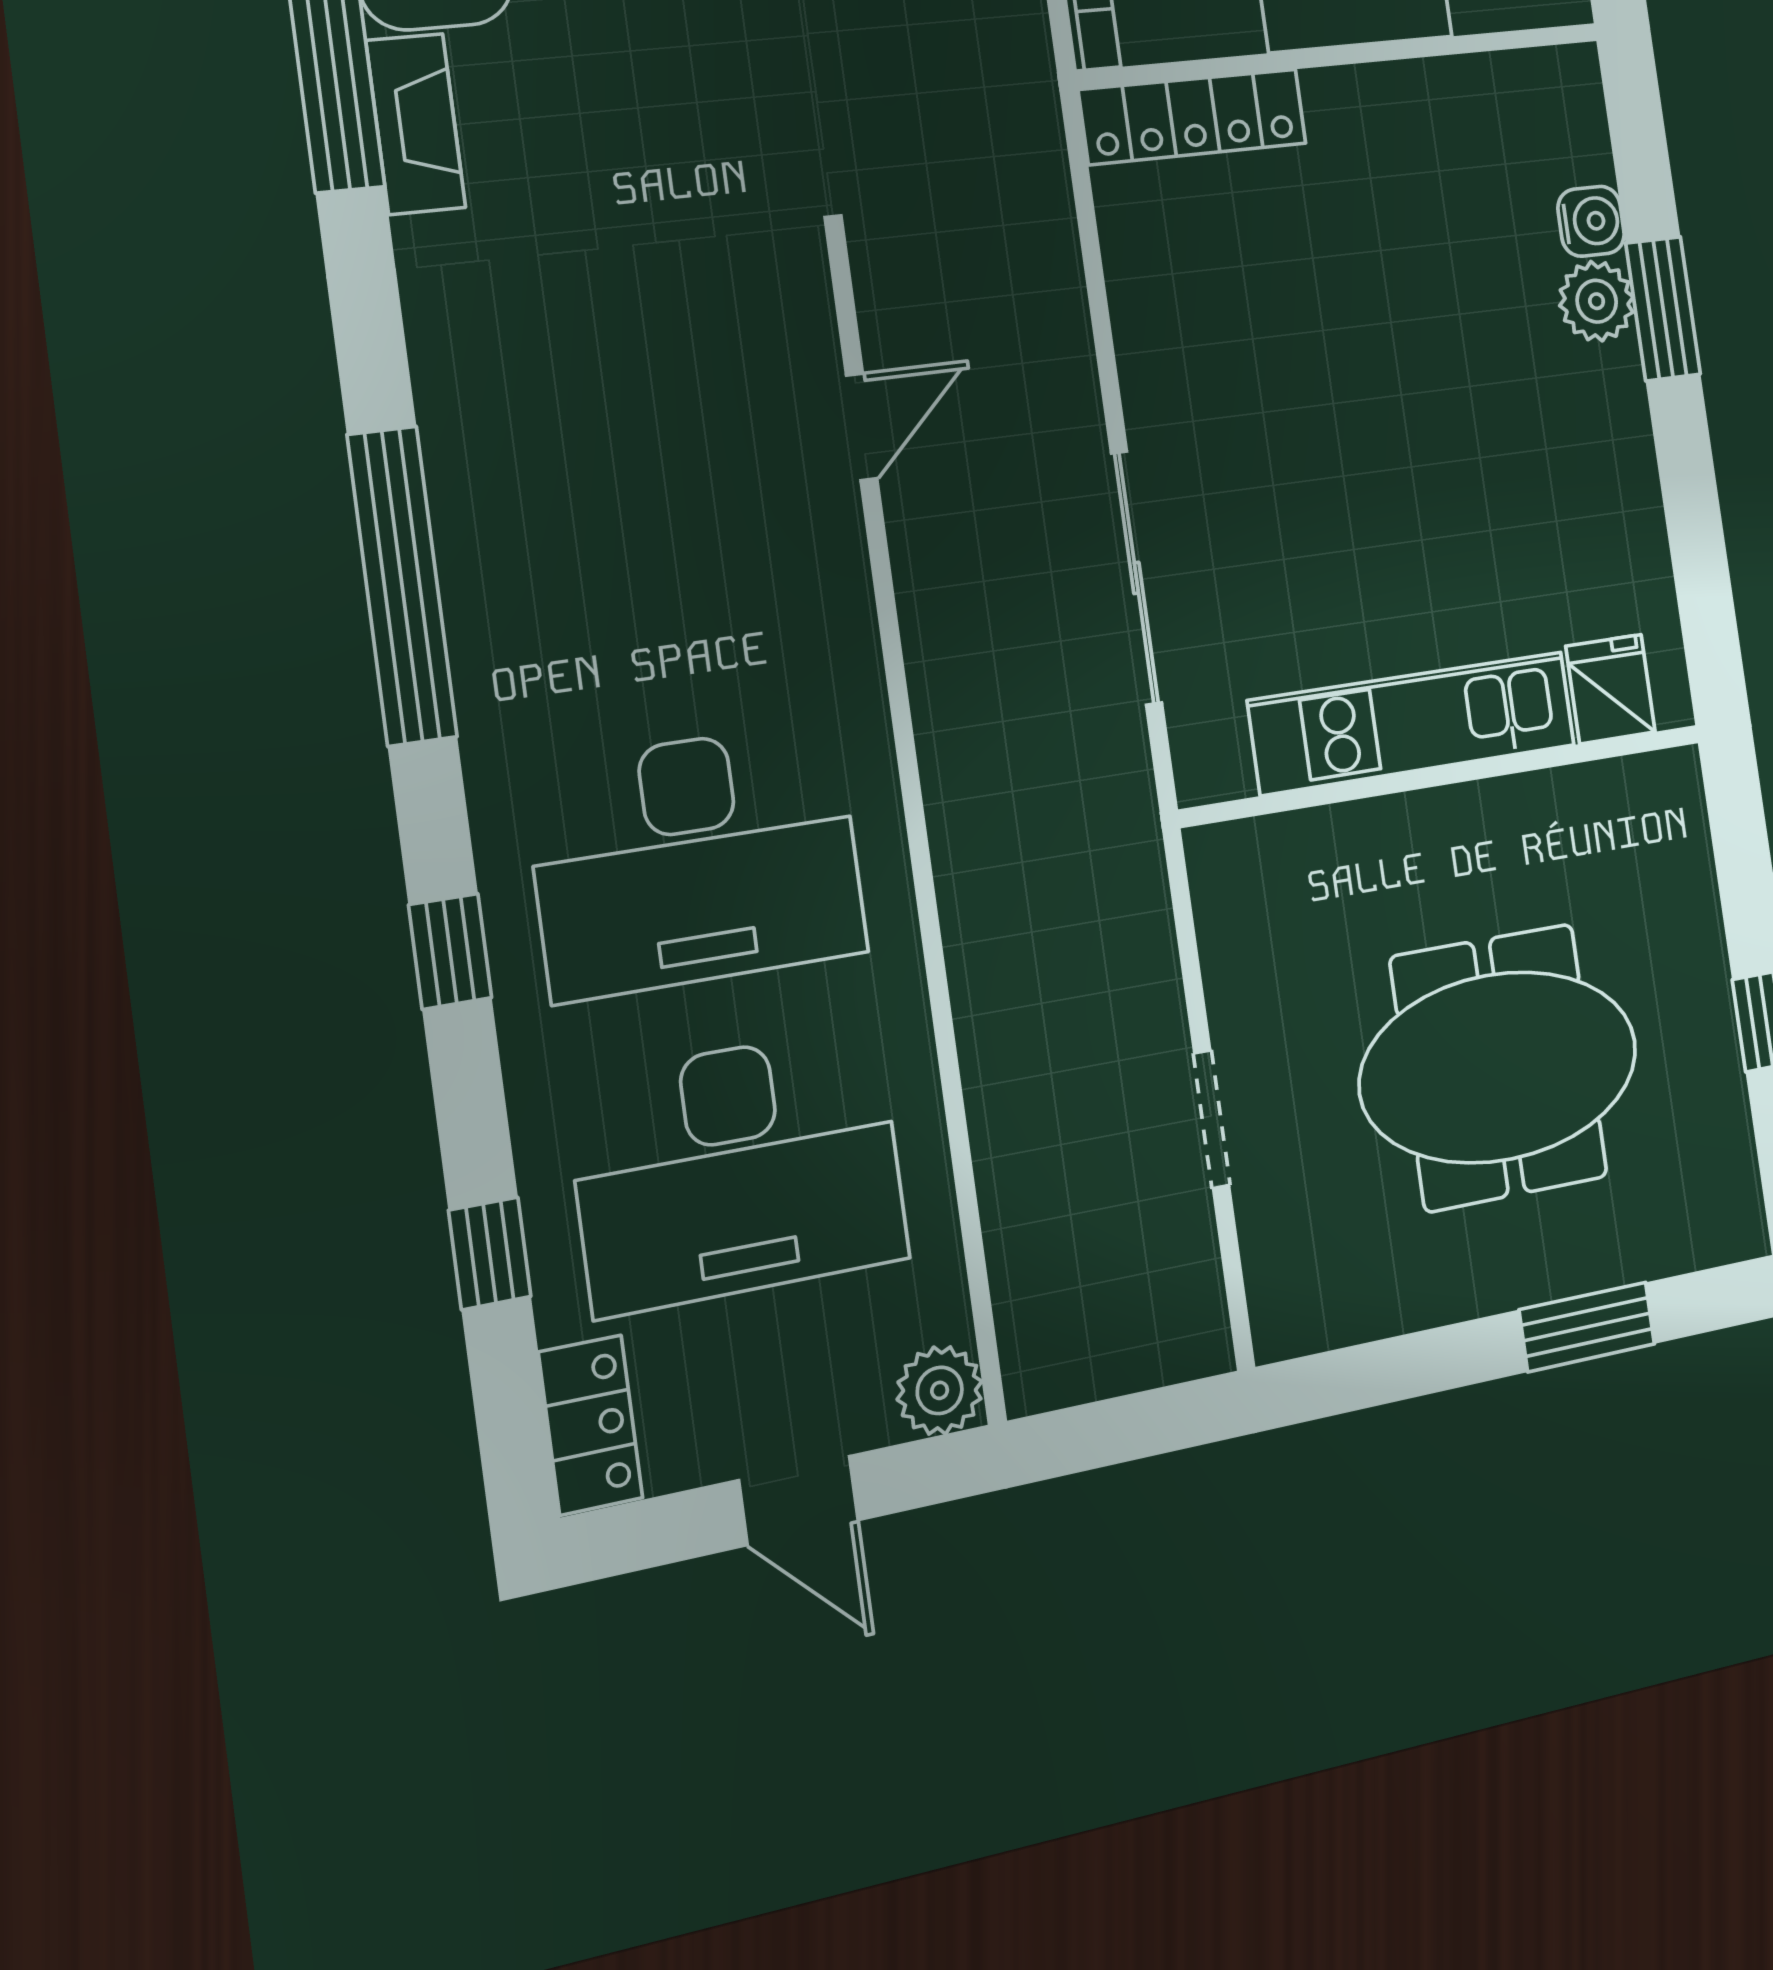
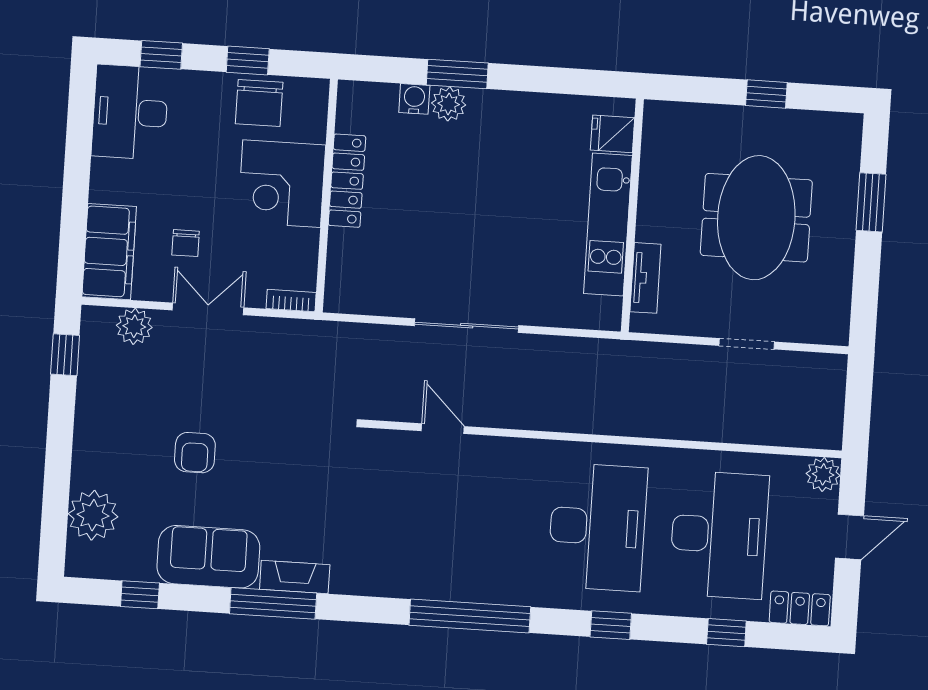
locker: (1193, 117) -> (347, 181), moved
sliding door: (1136, 578) -> (467, 326), moved
tv unit: (1312, 839) -> (645, 278), added

